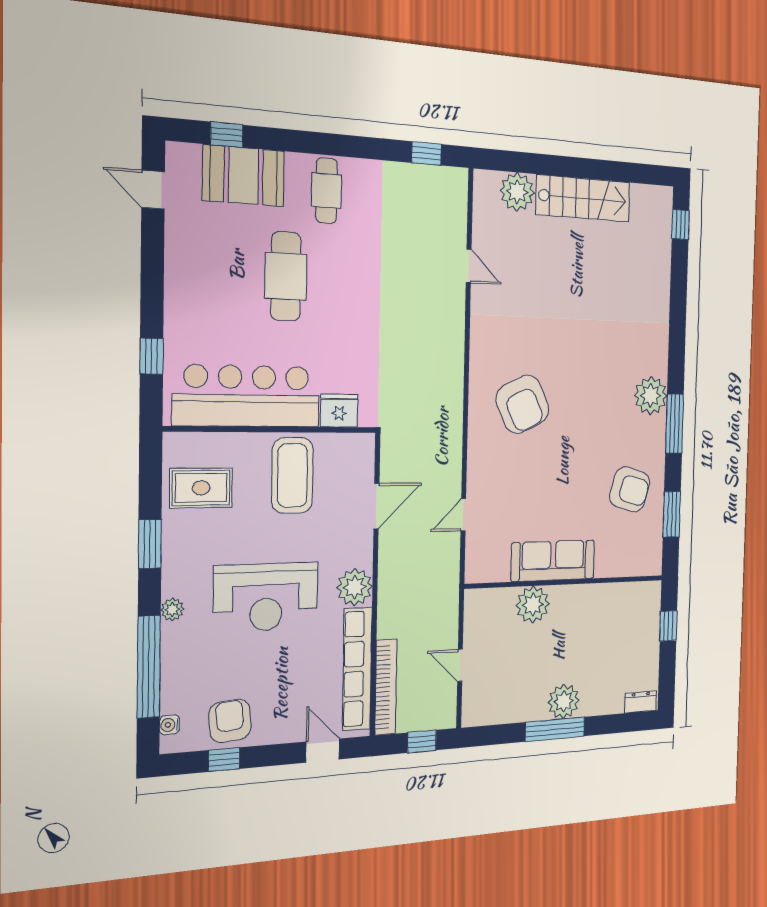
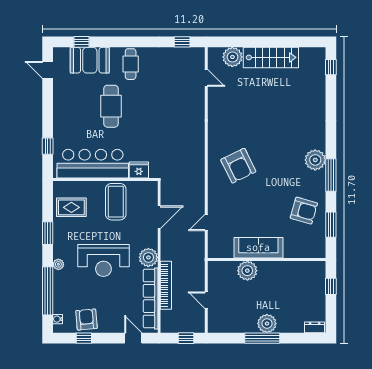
door: (469, 266) -> (206, 78), moved
bookcase: (386, 687) -> (166, 285), moved

